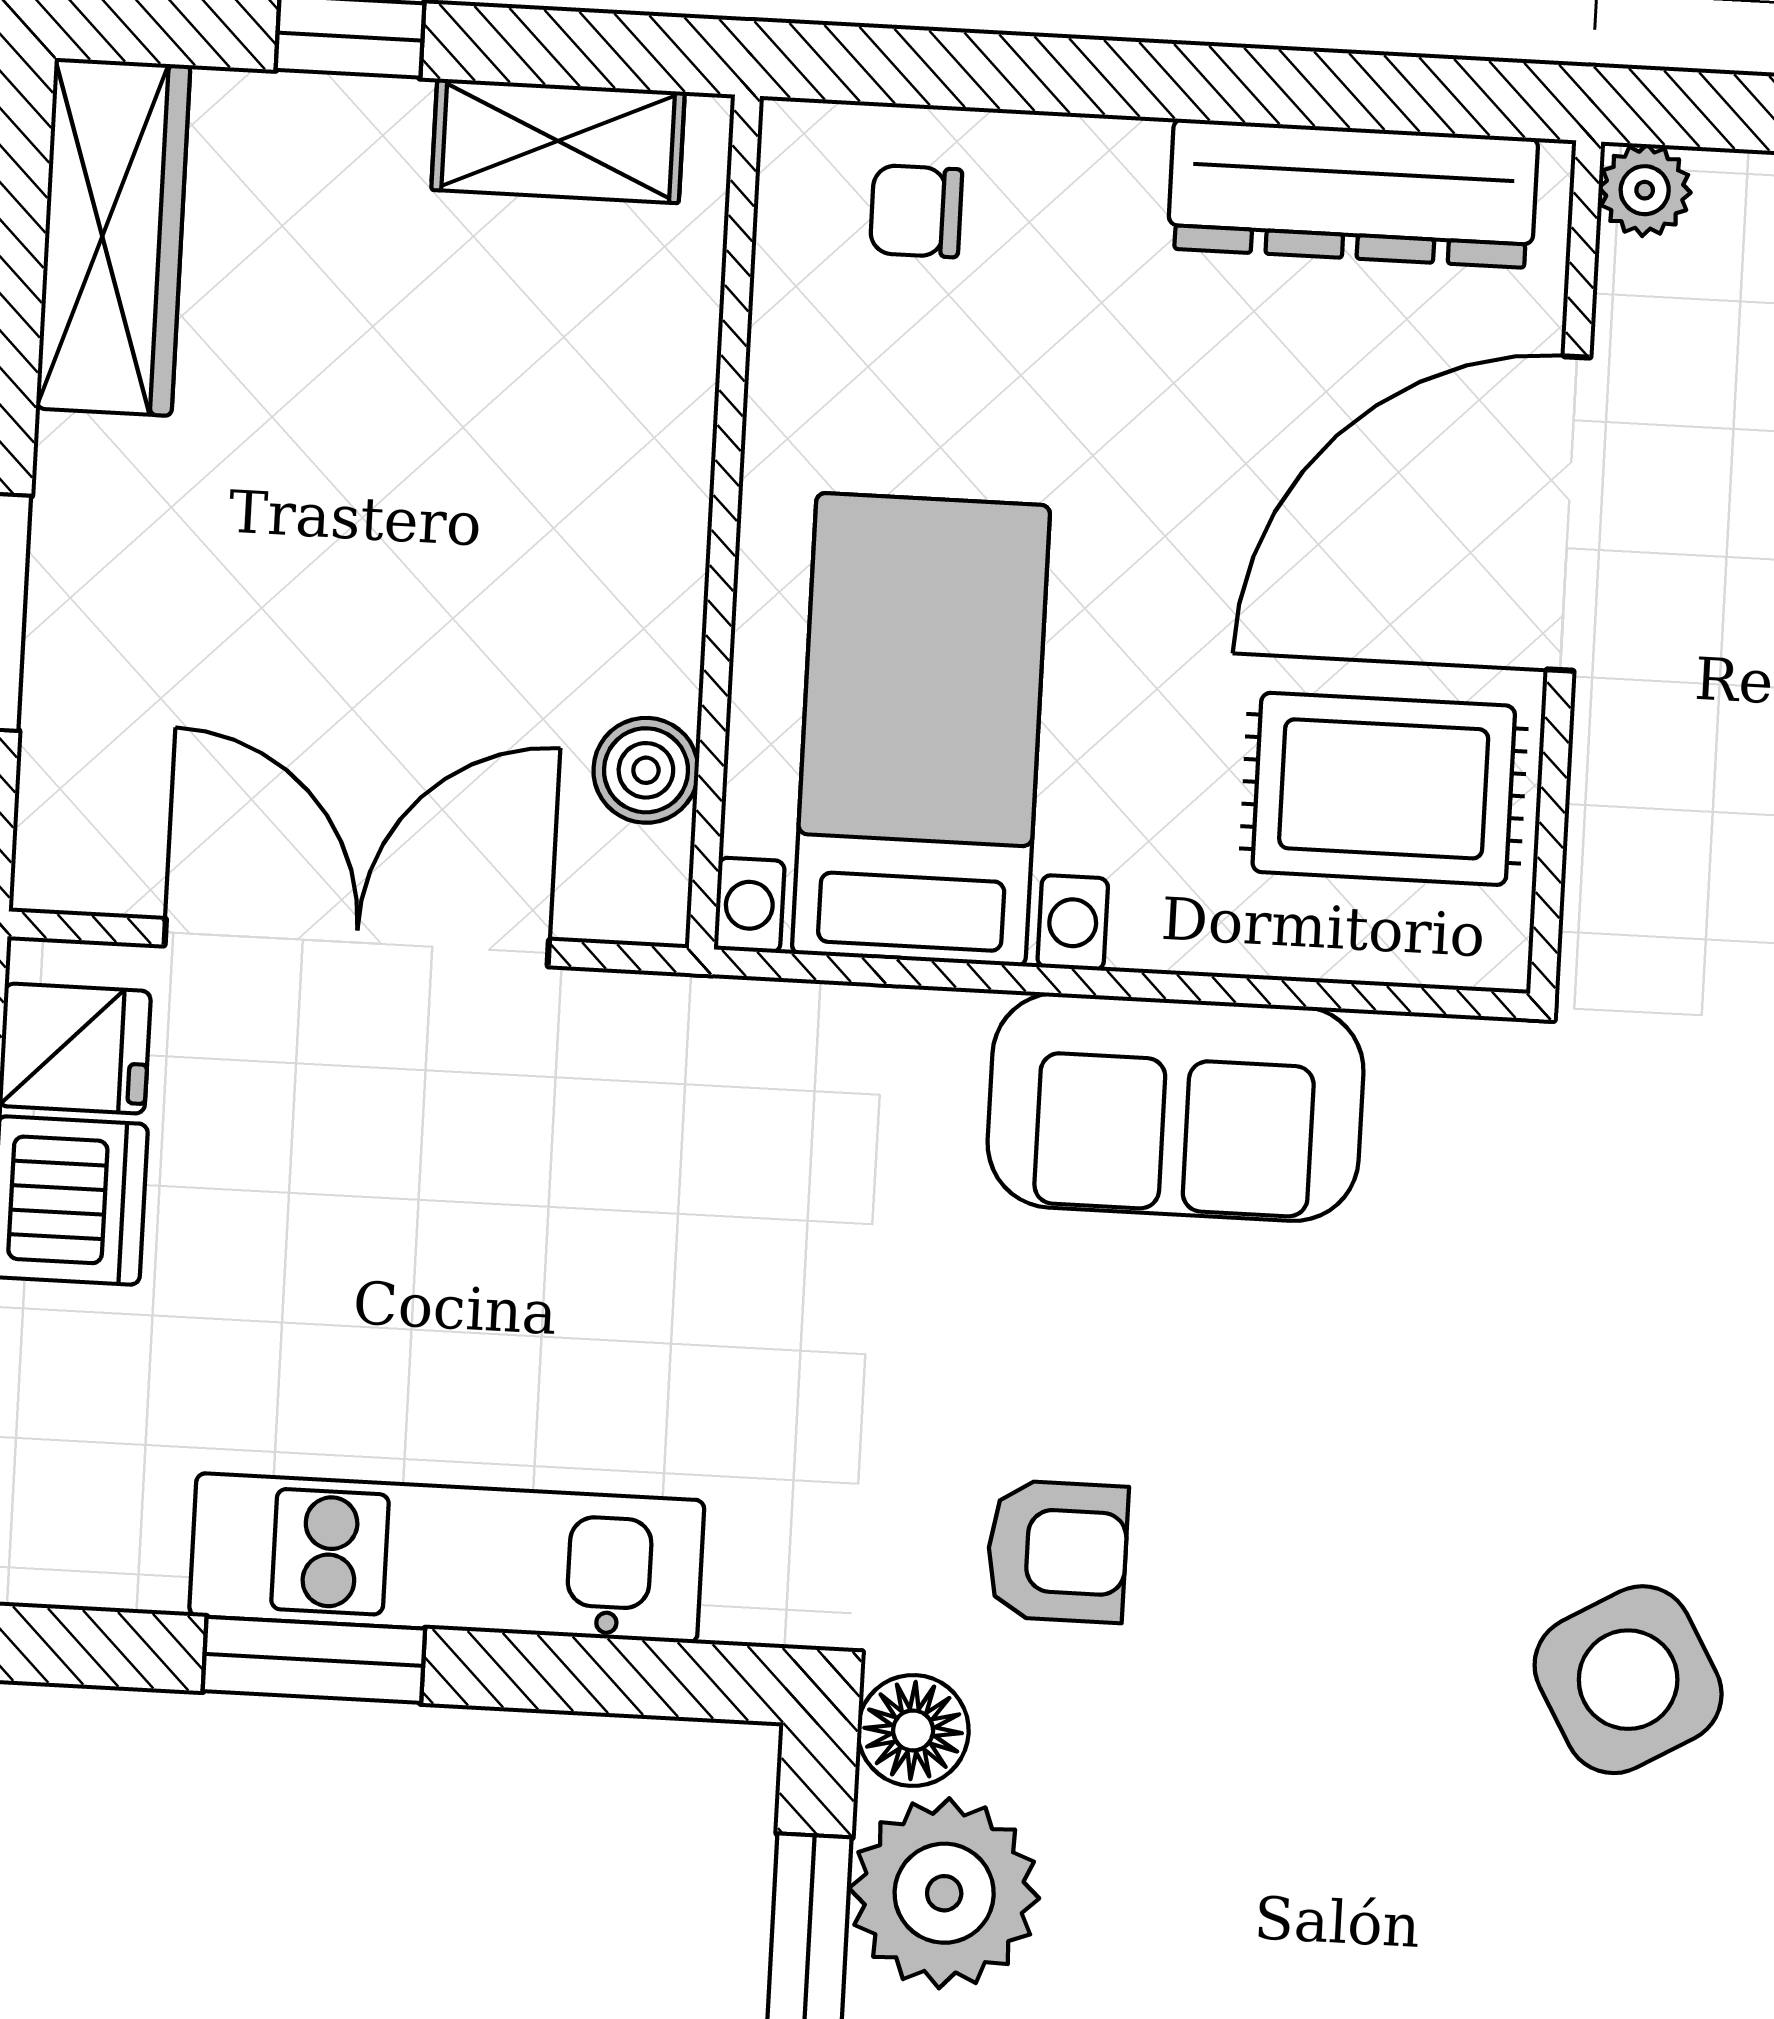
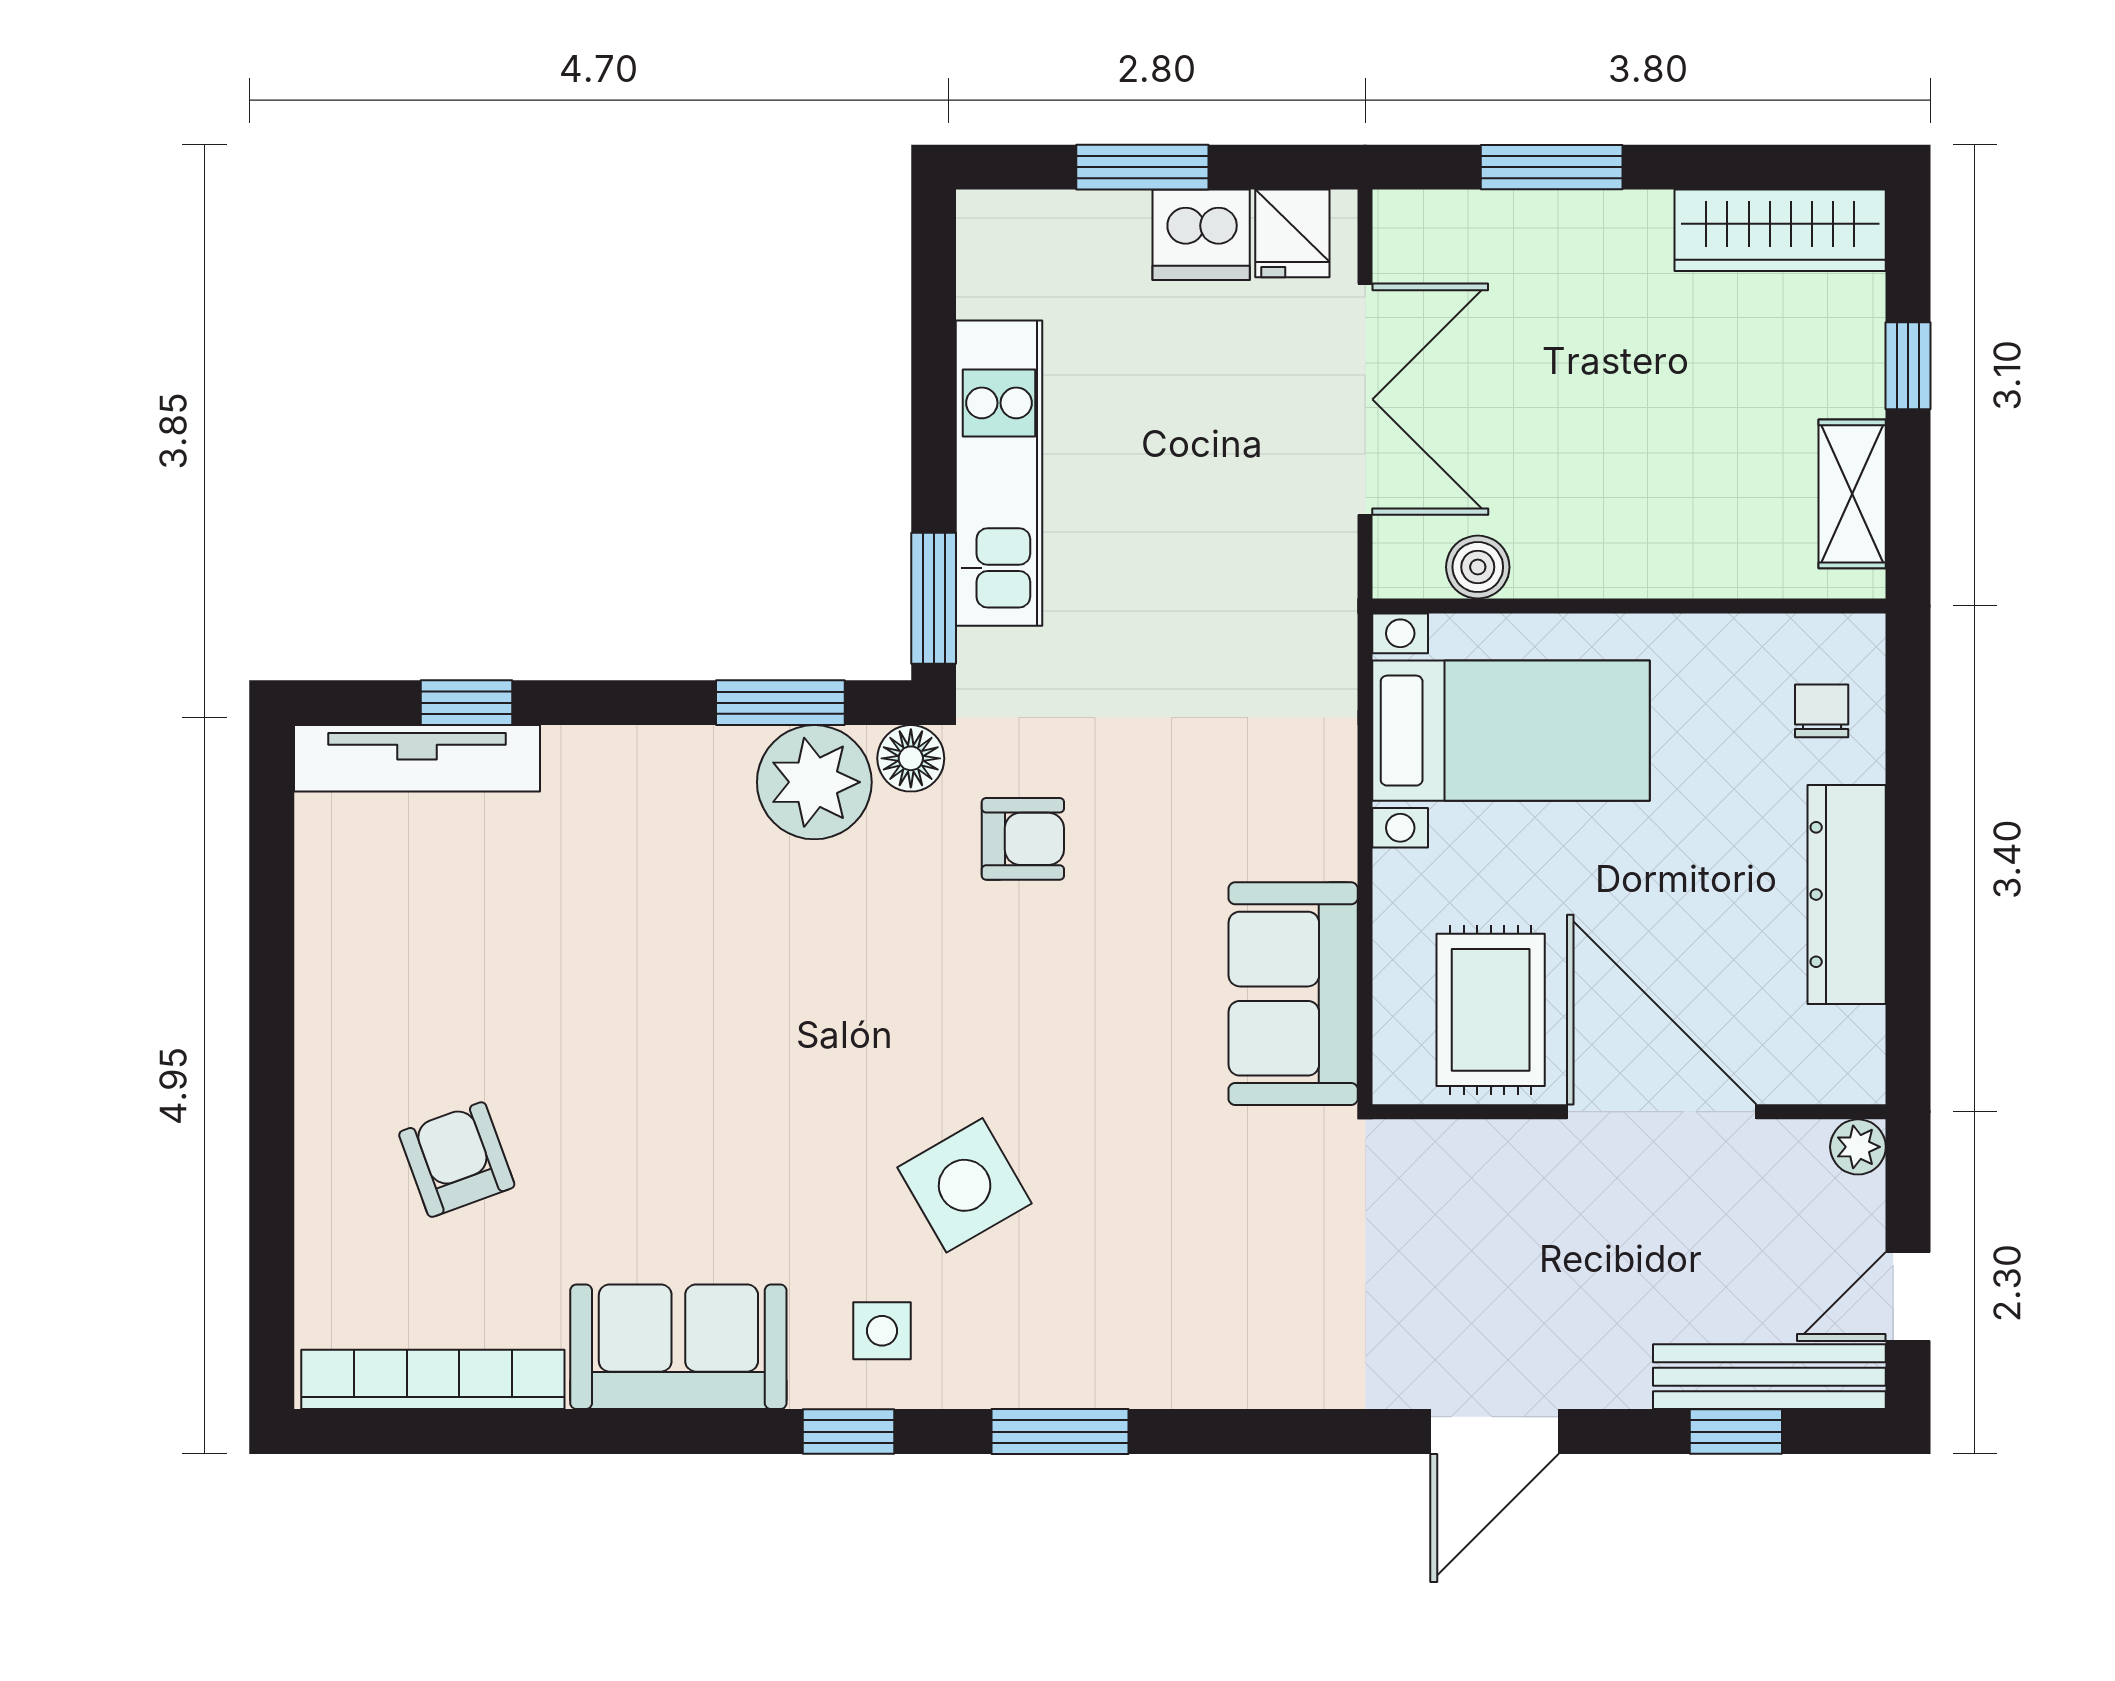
dresser: (1353, 193) -> (1847, 895), moved
sofa: (1176, 1107) -> (1293, 994), moved
armchair: (1057, 1551) -> (1023, 839), turned -90
window: (314, 1660) -> (934, 598), moved

